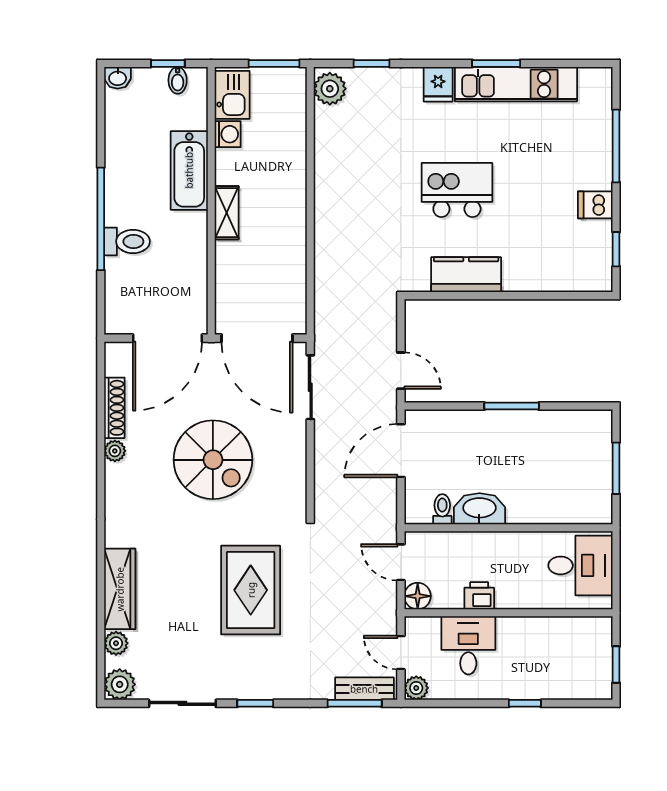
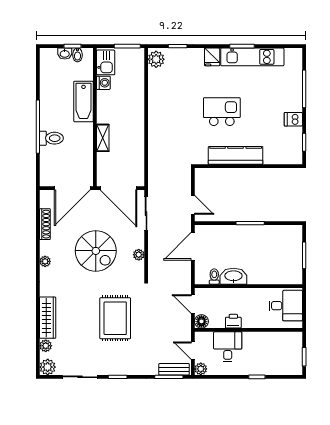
washbasin: (118, 78) -> (65, 54), moved
shelving: (227, 213) -> (103, 138), moved
kitchen counter: (466, 275) -> (236, 155), width x1.50
plant: (115, 451) -> (45, 261), moved
plant: (296, 467) -> (139, 255), added

